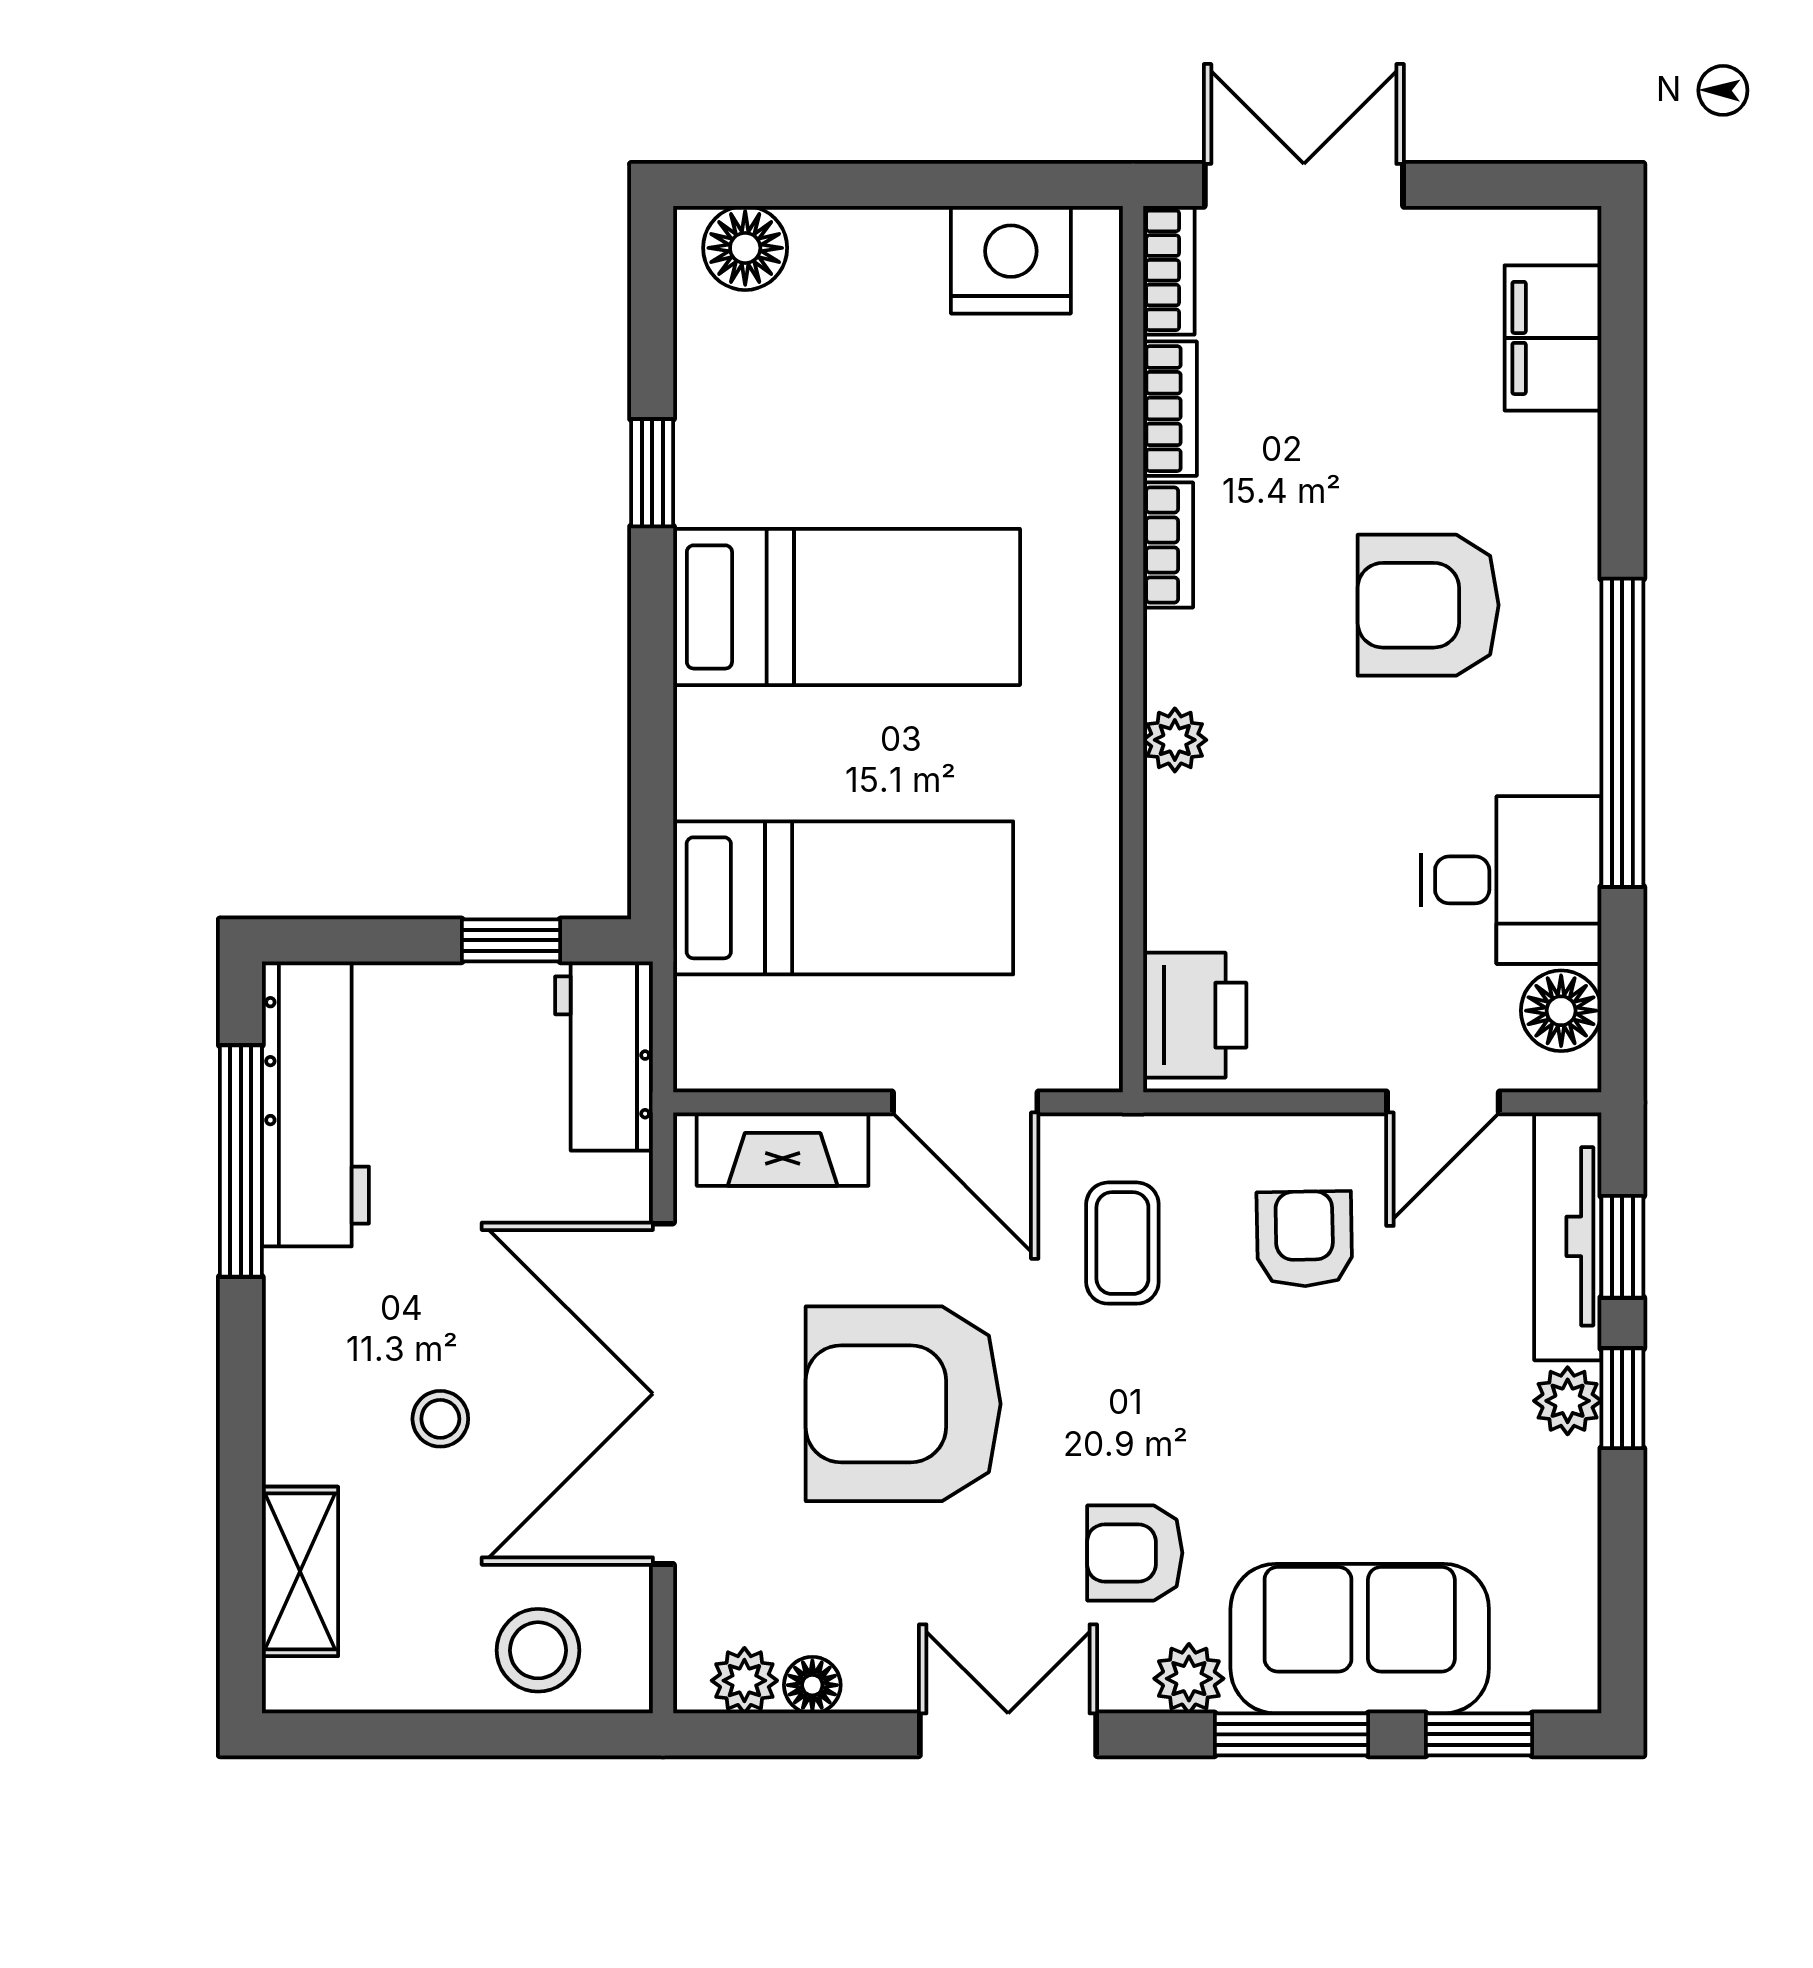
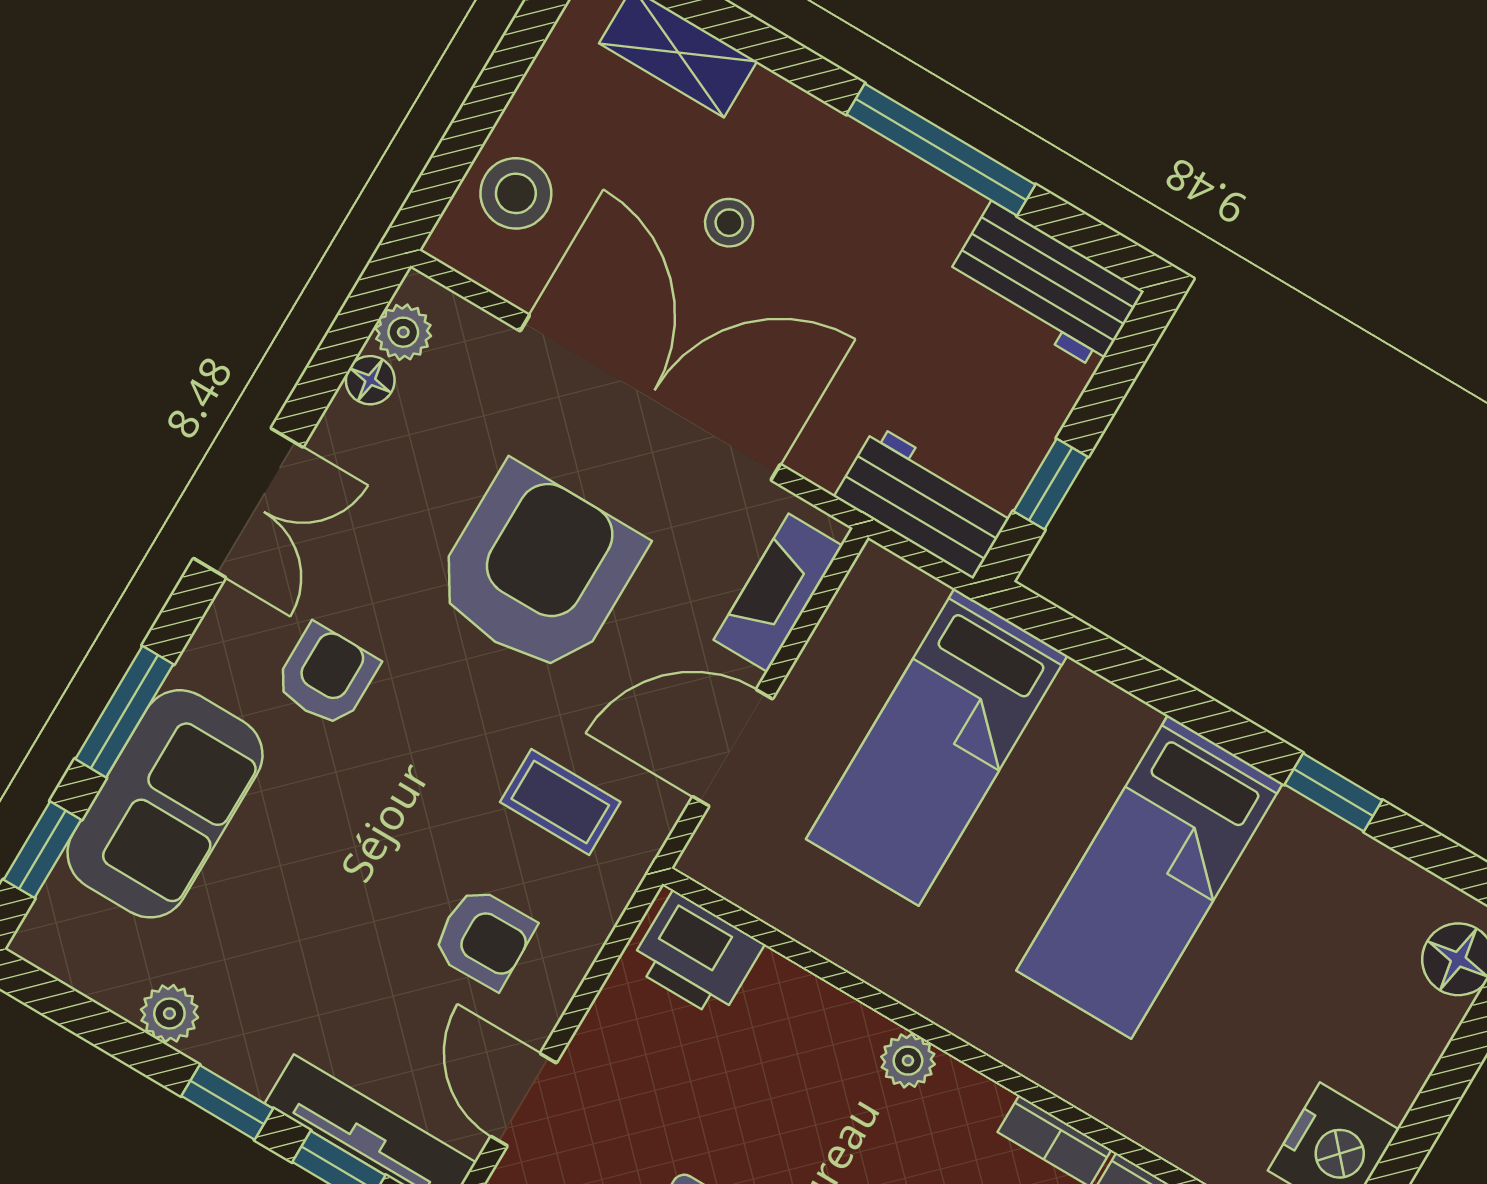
workbench: (315, 1104) -> (1044, 285), width x0.73
window: (241, 1161) -> (941, 150), moved
plant: (1568, 1401) -> (169, 1013), moved
plant: (1189, 1679) -> (210, 660), removed

